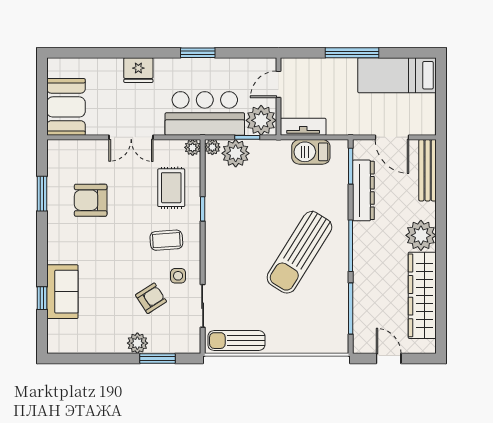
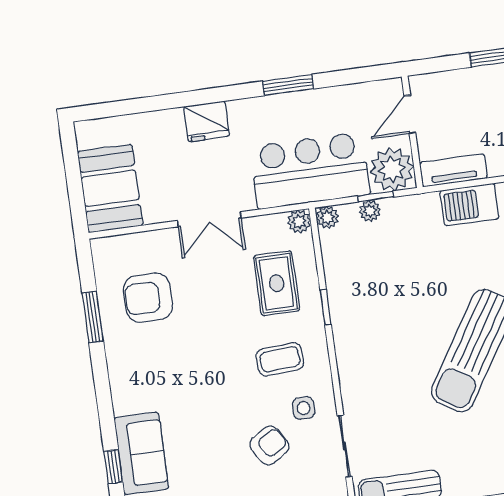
plant: (236, 153) -> (370, 211), width x0.53, depth x0.53
armchair: (91, 200) -> (148, 298), moved

